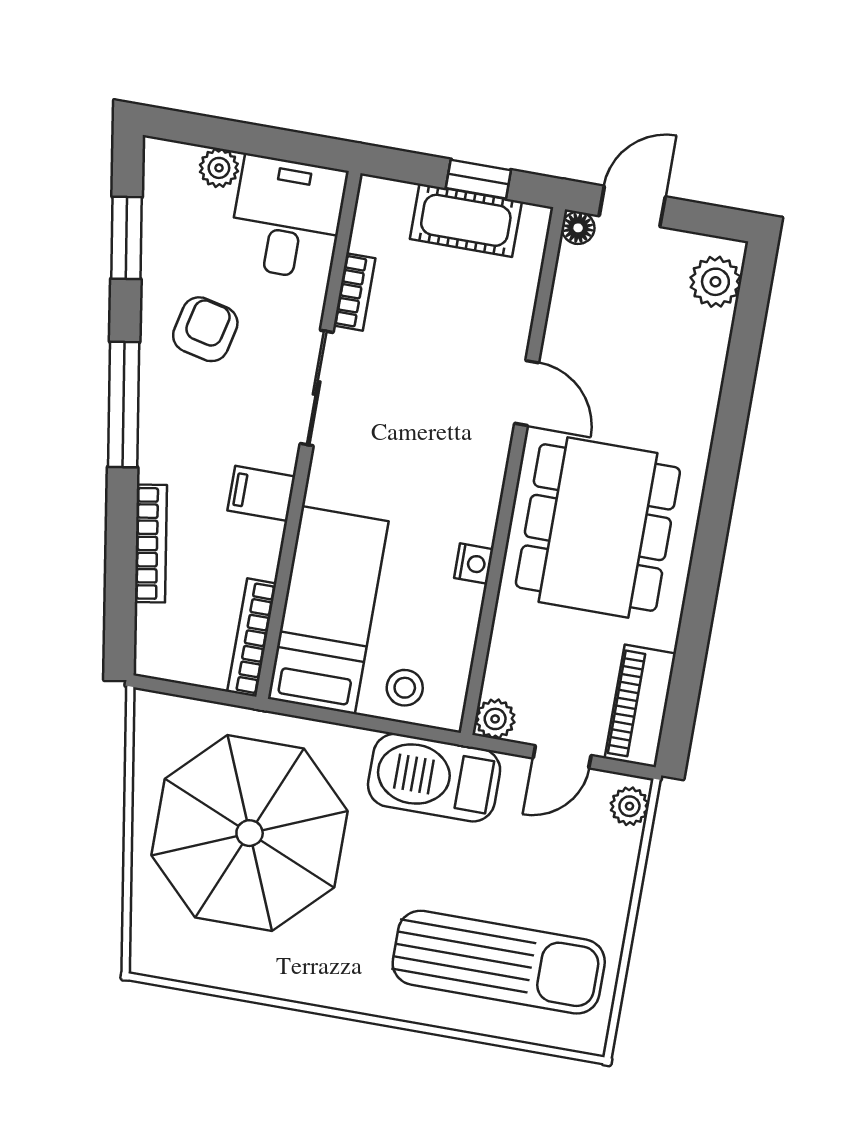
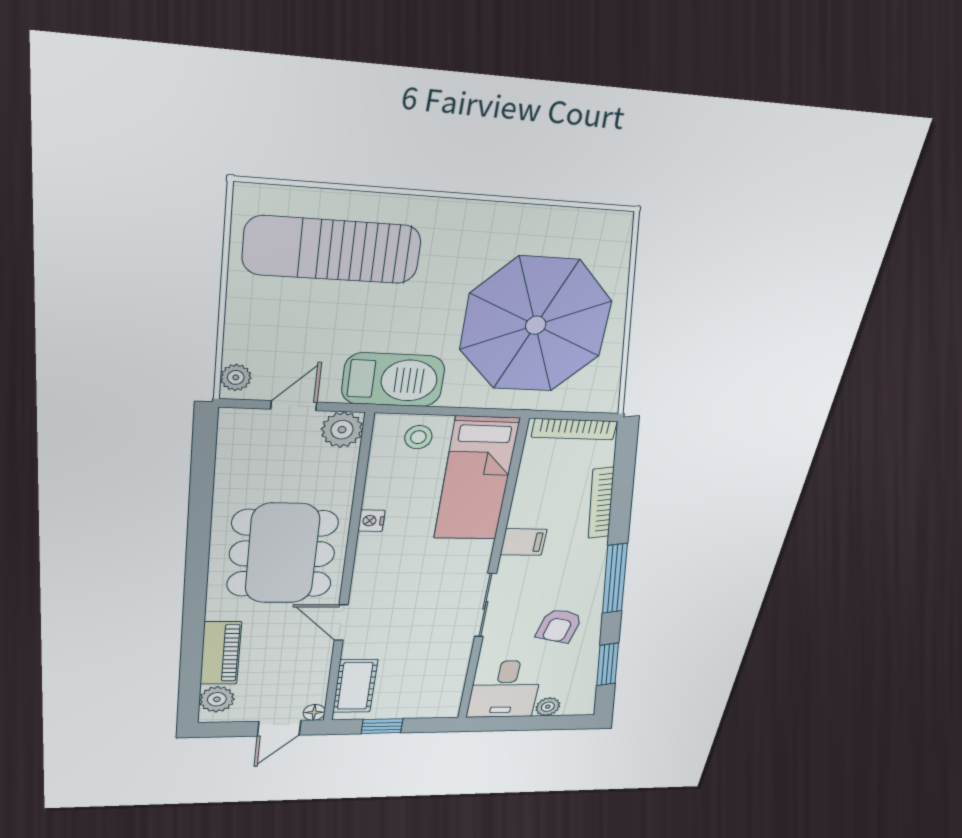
cot: (466, 220) -> (355, 686), moved, turned 90
bookcase: (354, 292) -> (461, 659), removed
bookcase: (252, 638) -> (574, 429), moved, turned 90
piano: (640, 706) -> (221, 653), moved
plant: (495, 719) -> (342, 430), width x1.38, depth x1.38

